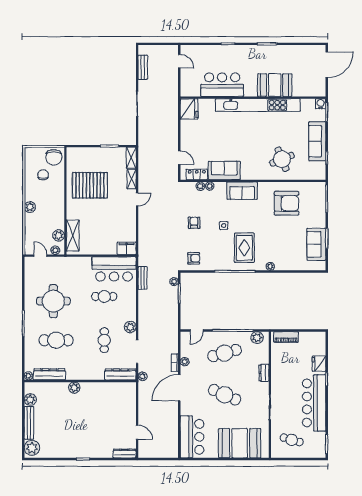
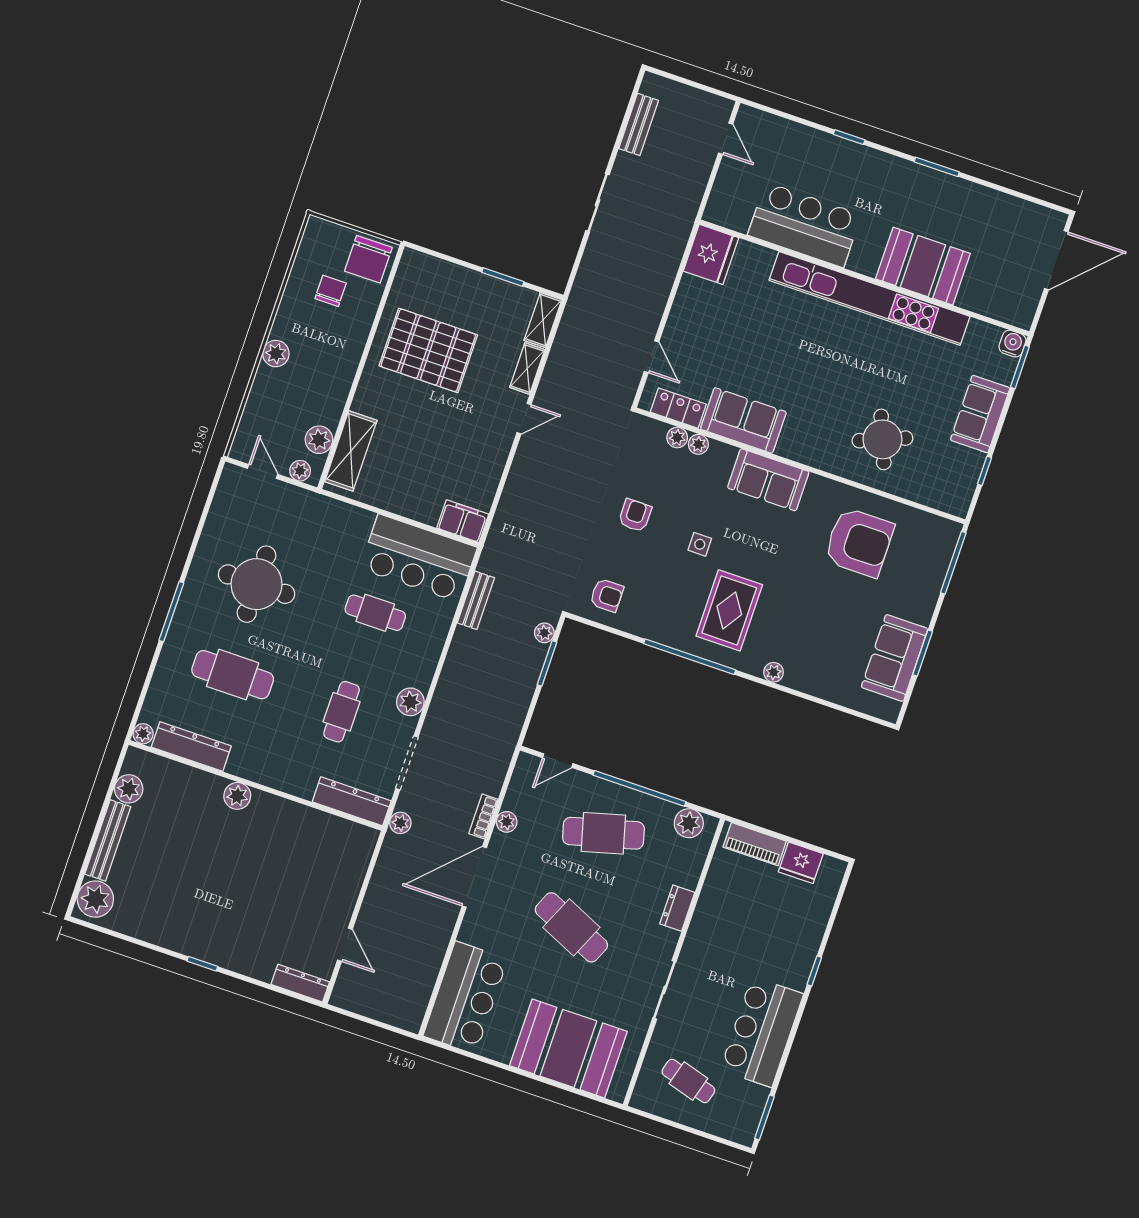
sofa: (317, 141) -> (980, 414), width x0.73
fridge: (319, 364) -> (801, 863), moved, turned -90
bar counter: (314, 403) -> (762, 1032), width x0.73

